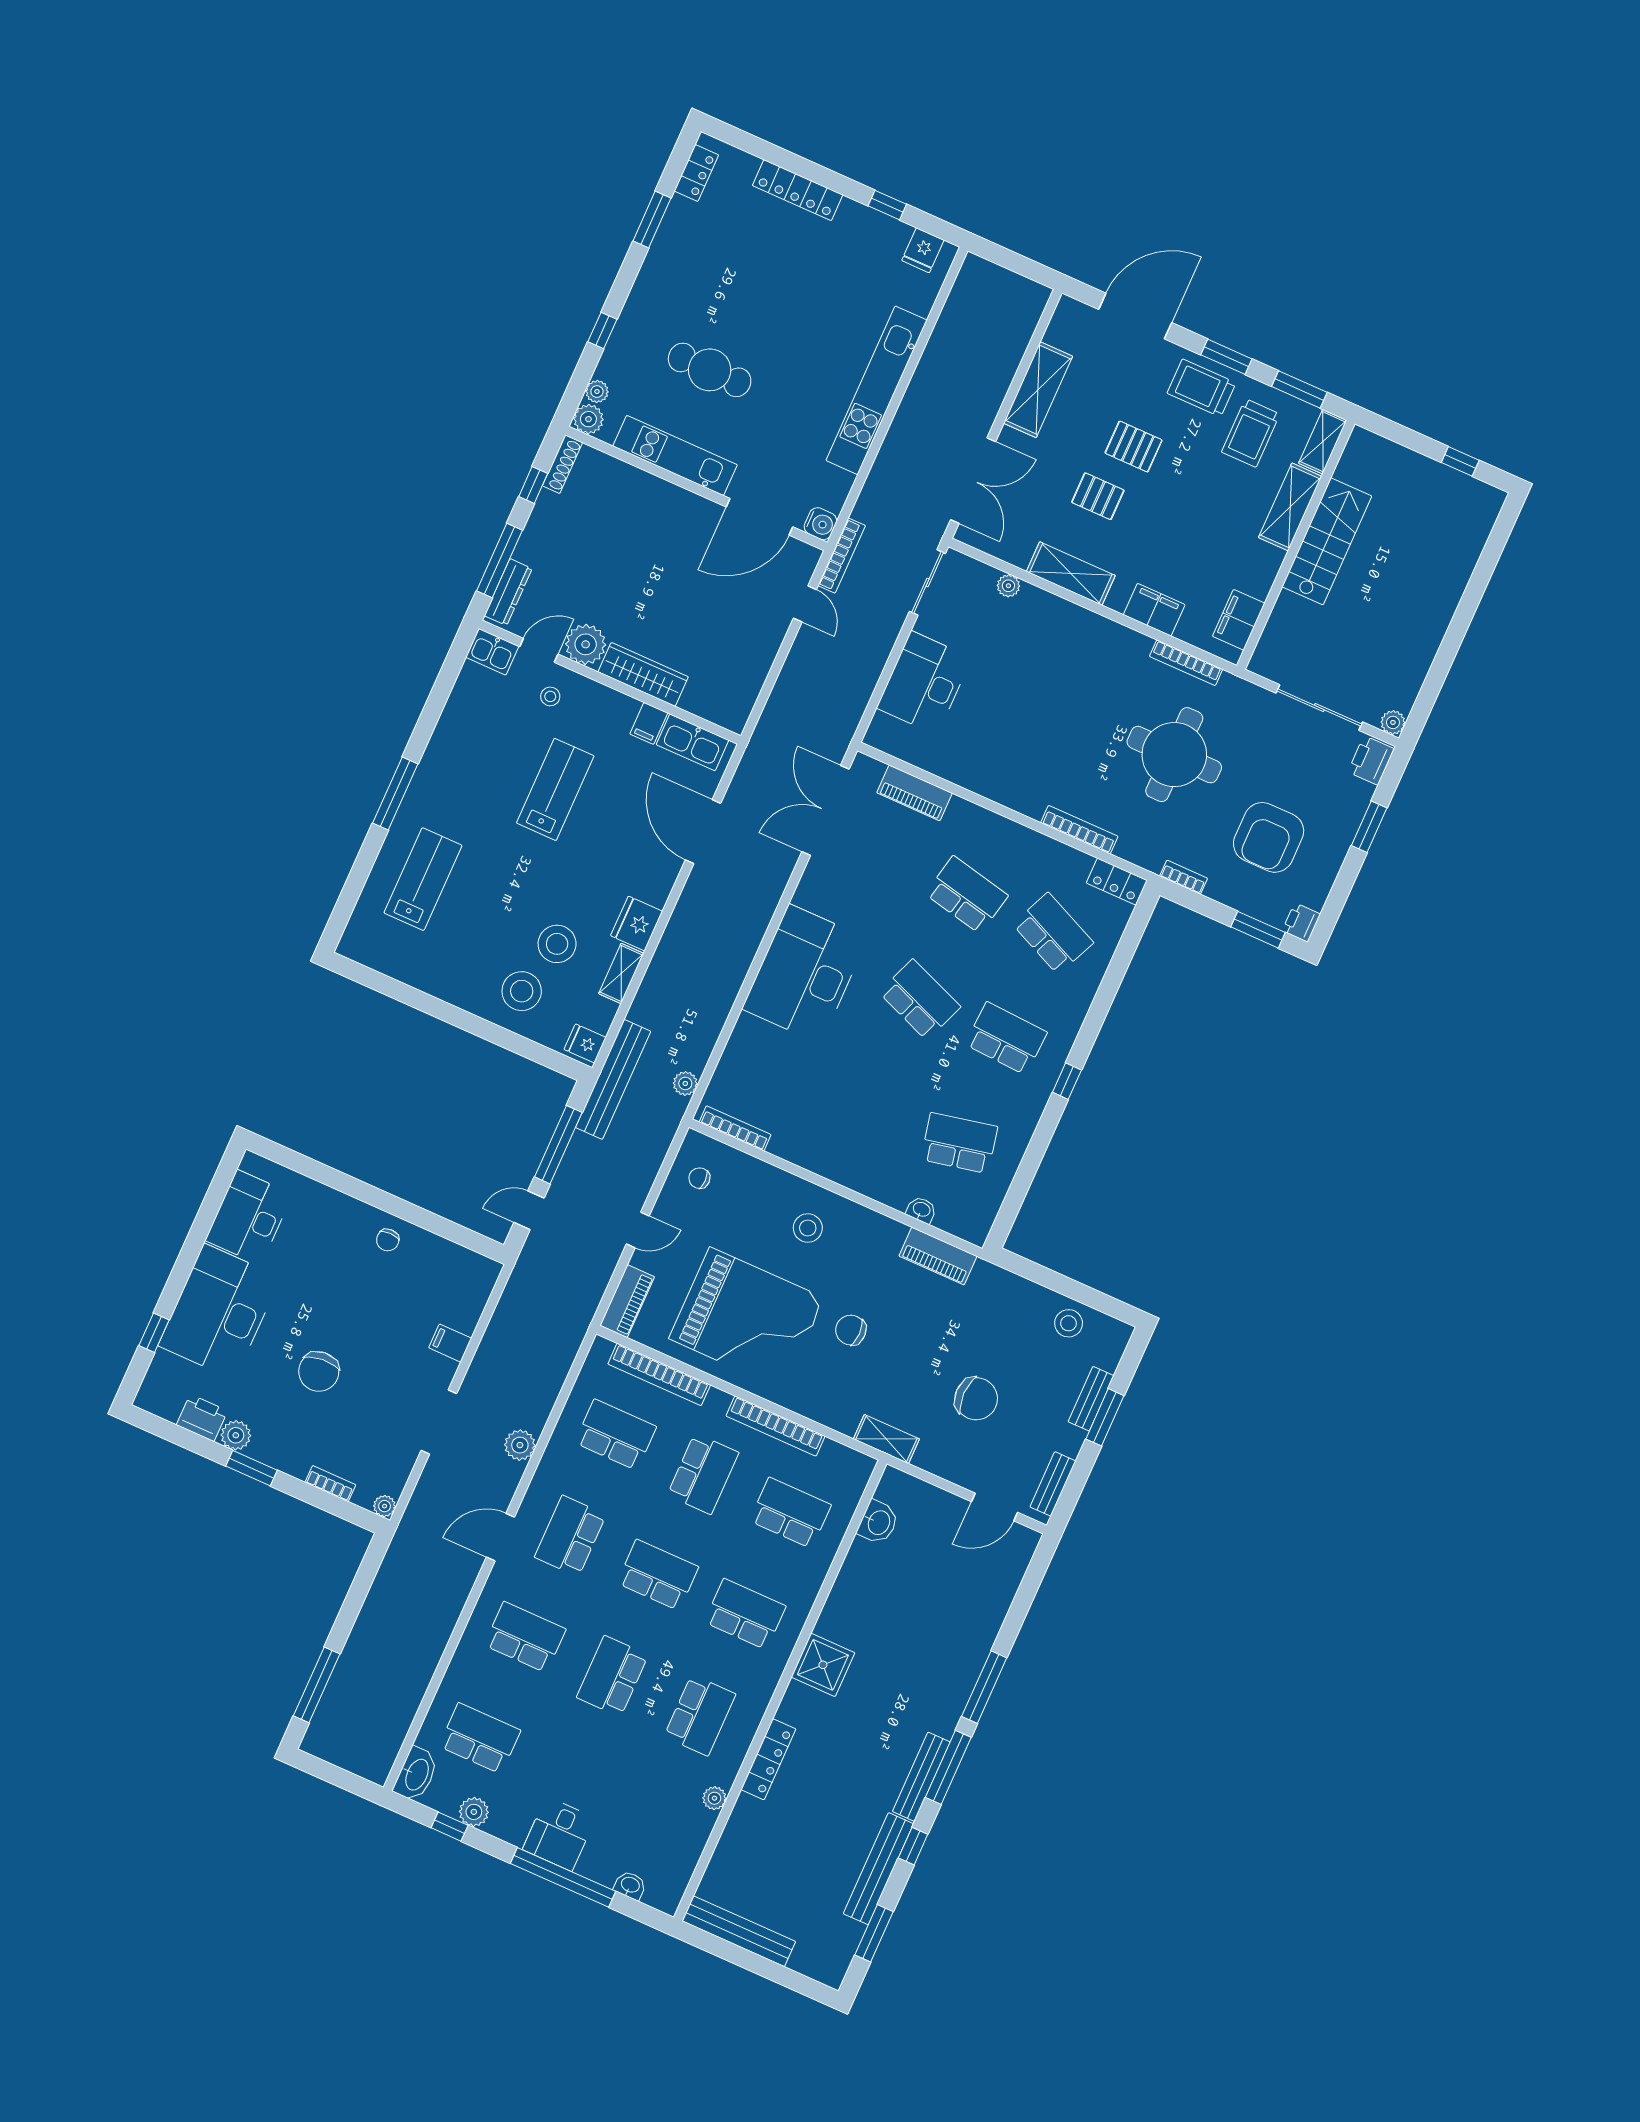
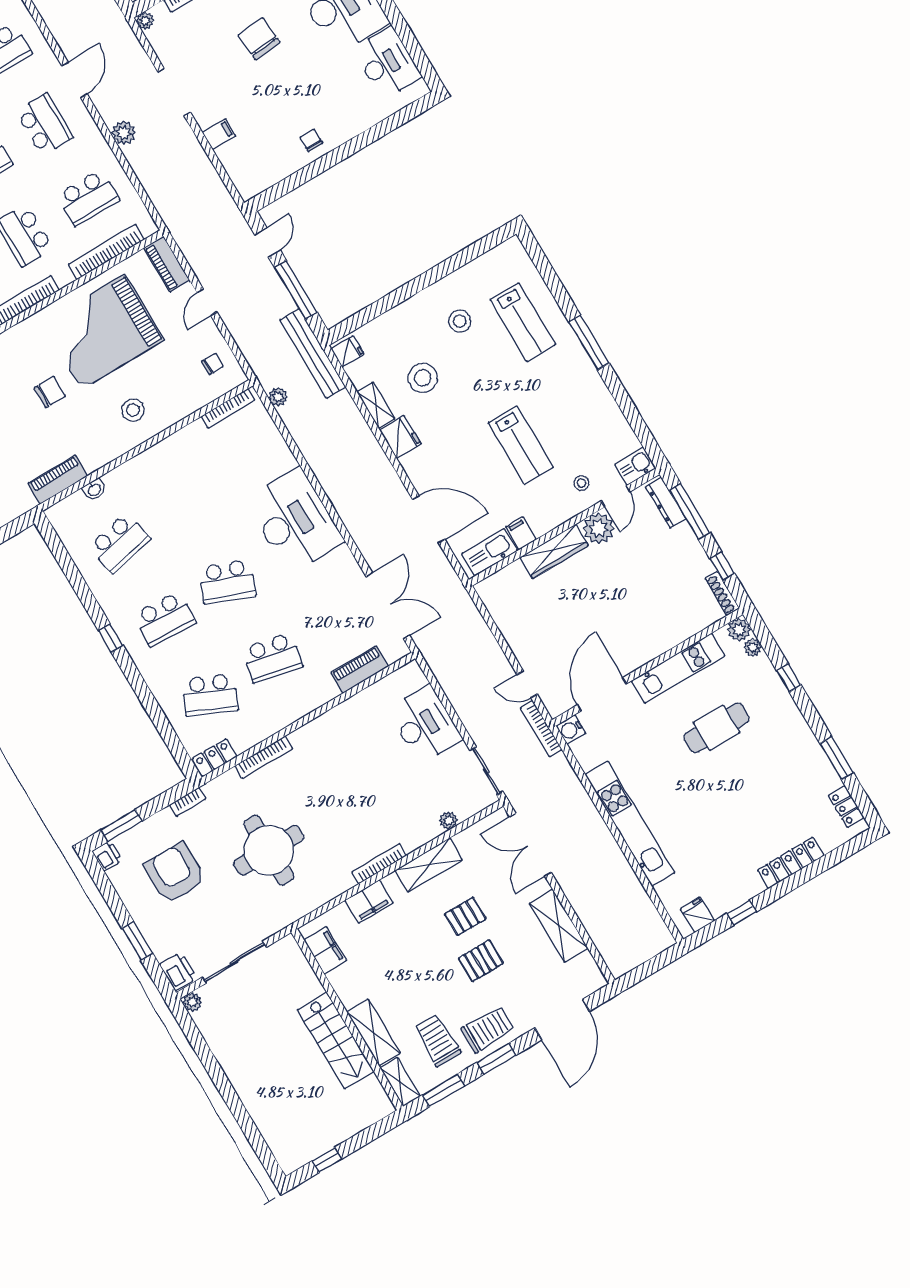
bookcase: (1186, 663) -> (379, 864), moved
stool: (522, 991) -> (460, 321), moved, width x0.73, depth x0.73

